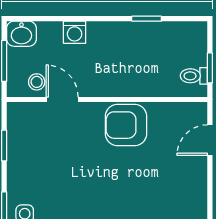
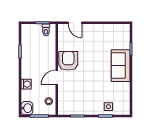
door: (62, 99) -> (57, 77), moved
armchair: (126, 125) -> (68, 61), turned 180

